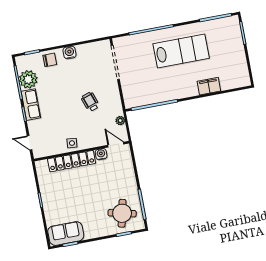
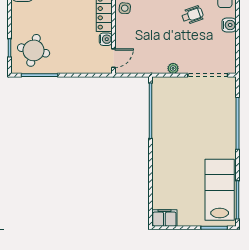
lab bench: (181, 51) -> (220, 190), moved, turned 180
filing cabinet: (209, 86) -> (164, 218), moved, turned -90
wheelchair: (90, 102) -> (192, 15), moved
plant: (120, 121) -> (173, 68), moved

